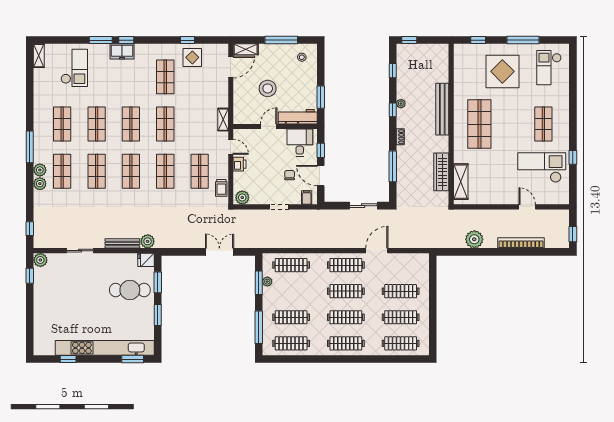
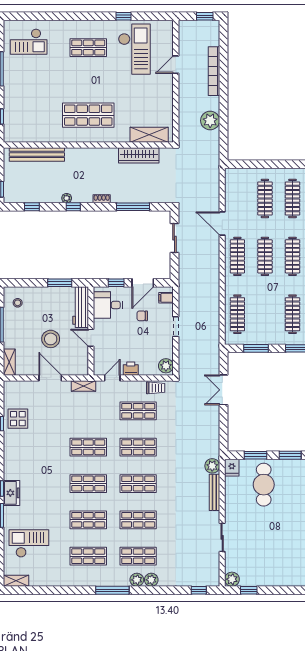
door: (231, 67) -> (50, 378), moved
display table: (502, 71) -> (33, 91), removed
shop shelf: (165, 77) -> (38, 447), removed
bench: (442, 109) -> (37, 154), moved
checkout: (542, 168) -> (134, 49), turned 180
plant: (267, 282) -> (255, 339), removed

